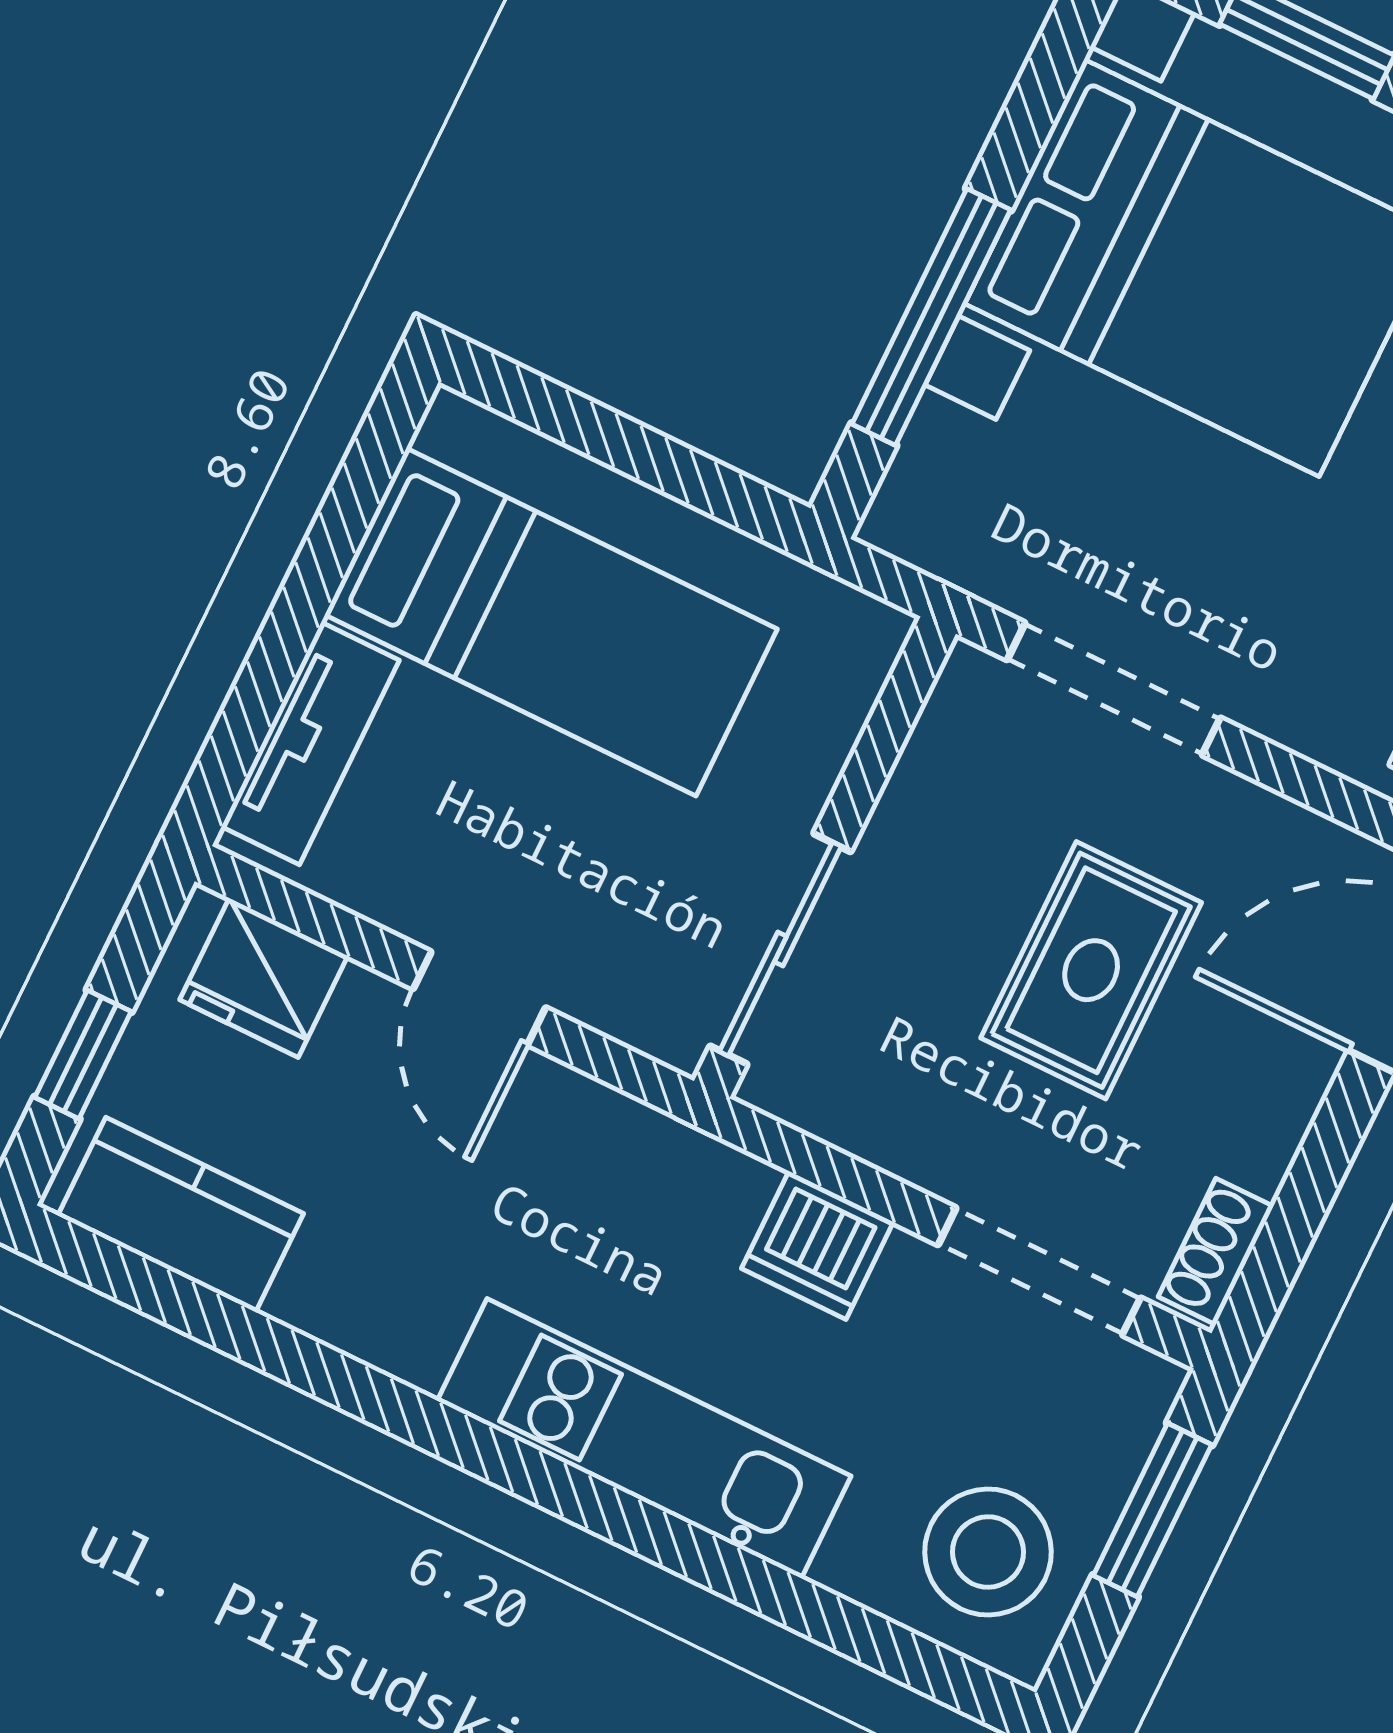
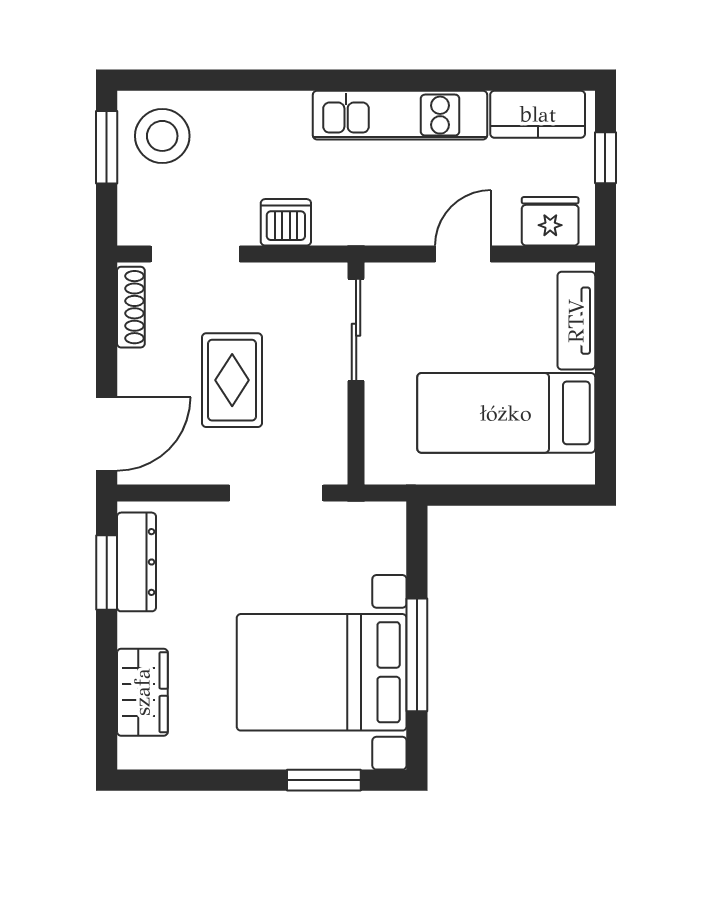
window: (931, 317) -> (417, 655), moved
door: (479, 998) -> (463, 254), hinge flipped
shoe rack: (1216, 1251) -> (131, 307), width x1.43
kitchen unit: (644, 1438) -> (400, 115), moved
window: (1152, 1510) -> (107, 147), moved

